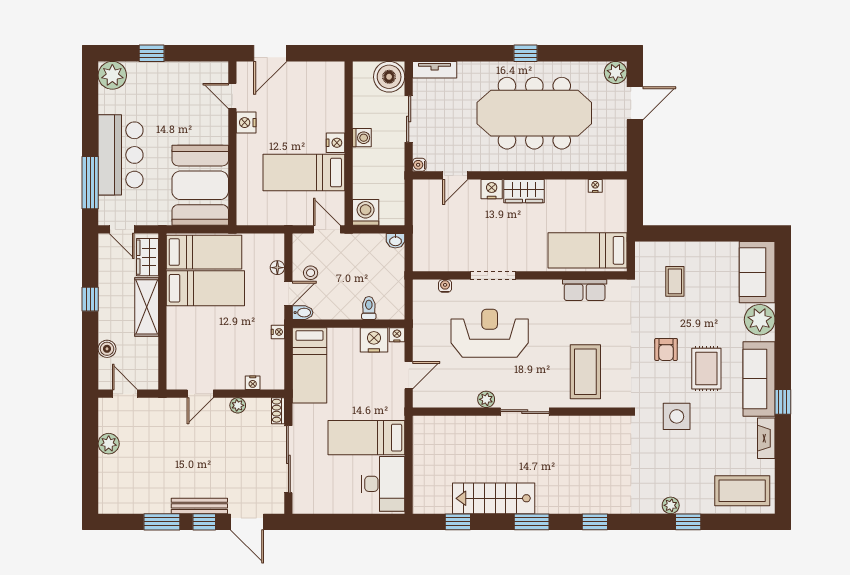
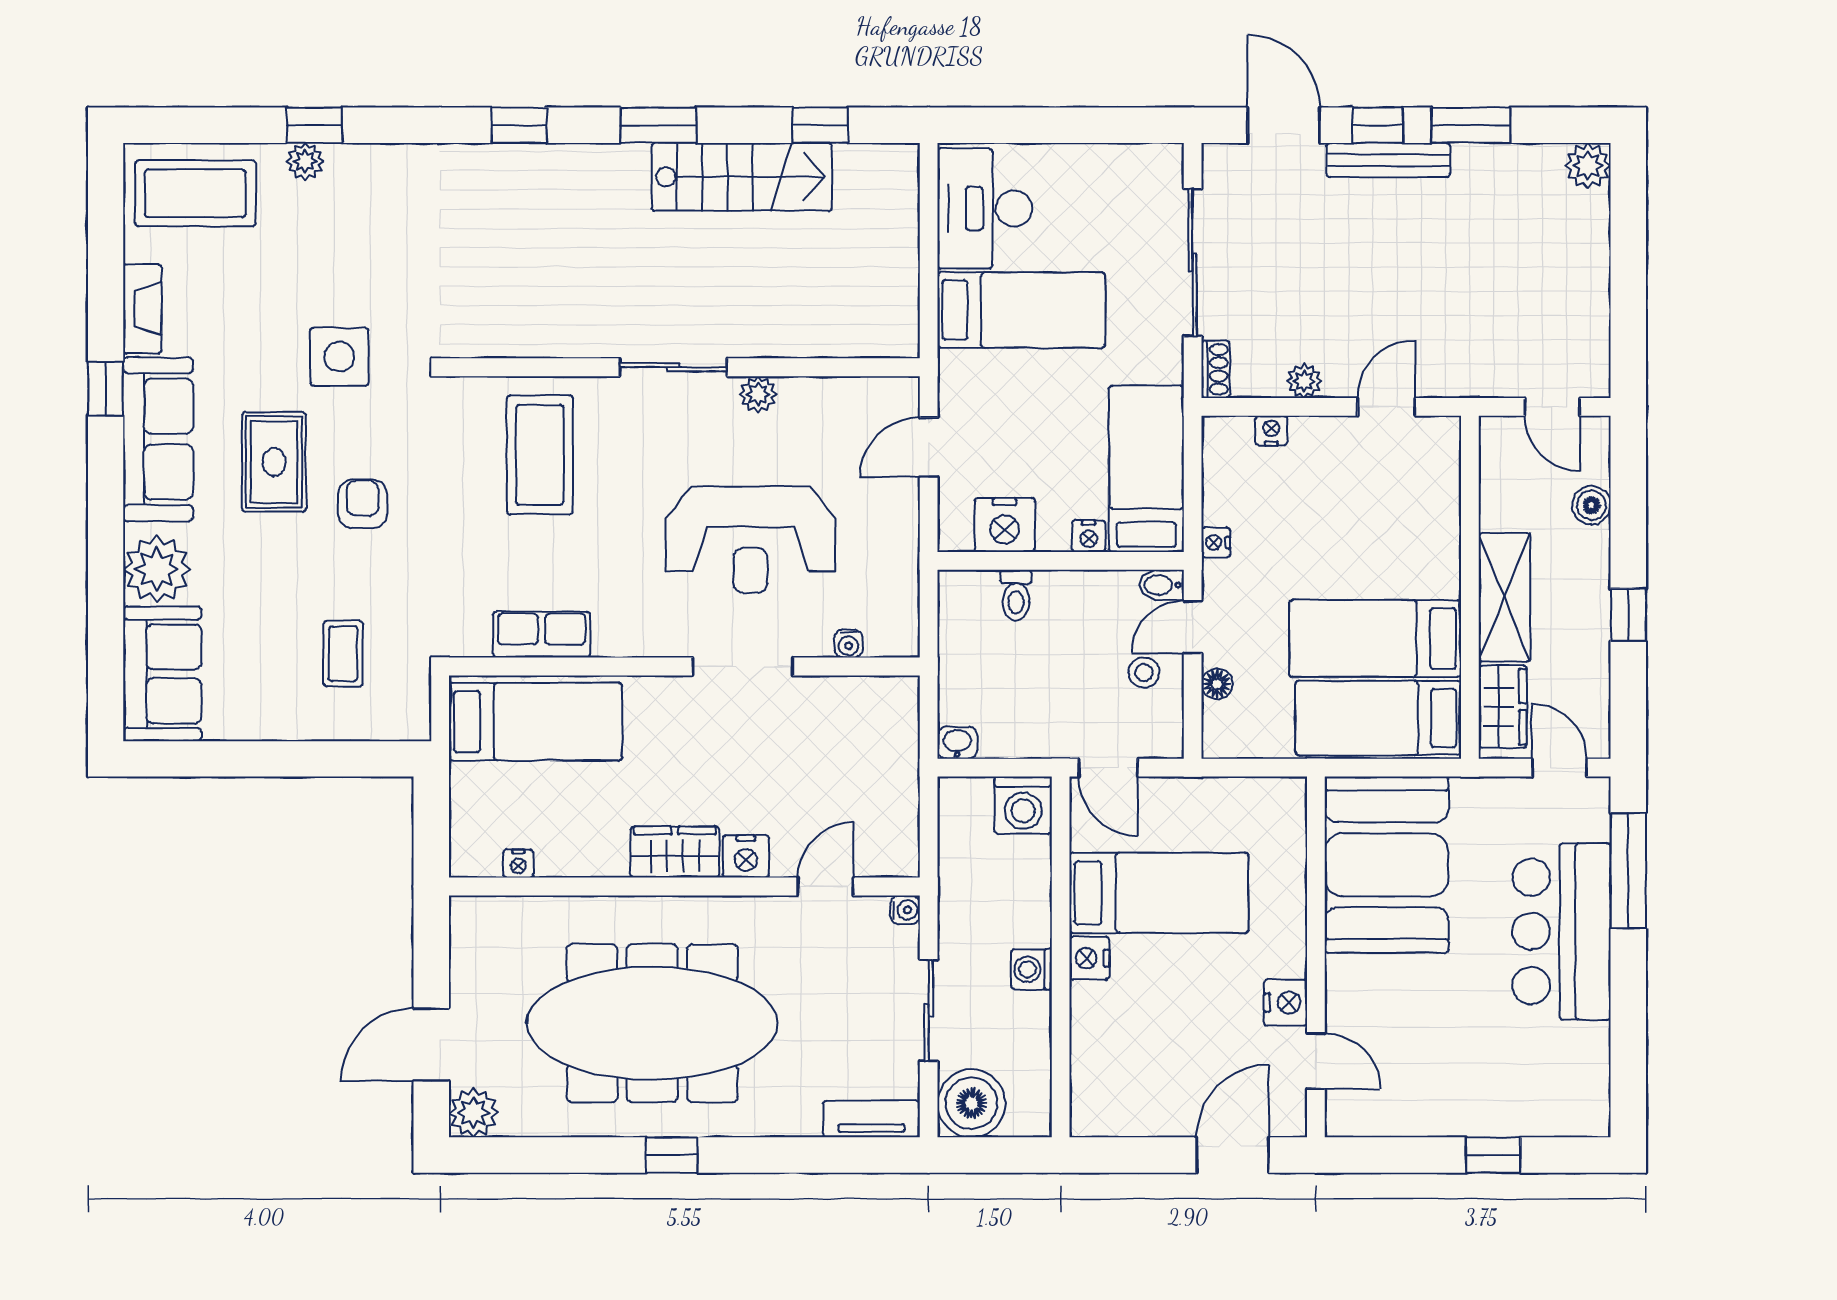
plant: (112, 75) -> (1580, 1106), removed
nightstand: (397, 335) -> (1089, 536), moved
plant: (109, 444) -> (1588, 166), moved
plant: (671, 505) -> (305, 161), moved

